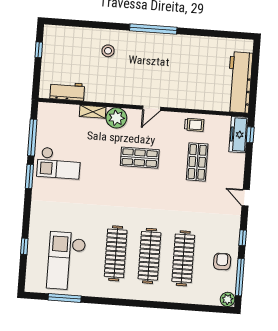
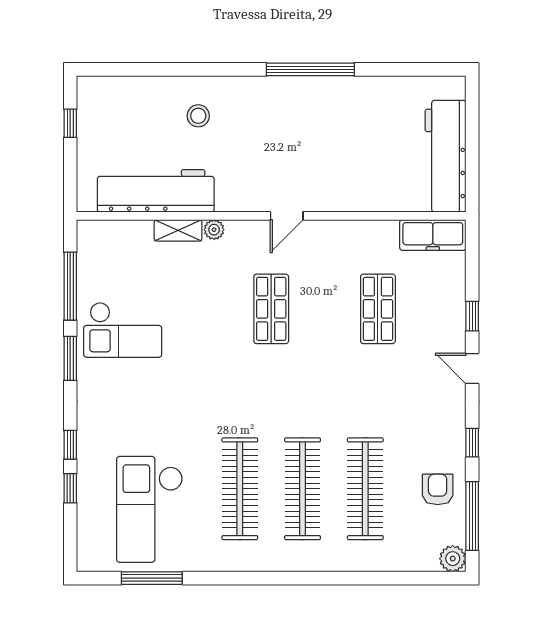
window: (153, 29) -> (310, 69), moved
workbench: (67, 91) -> (156, 191), width x1.88, depth x1.32
plant: (116, 118) -> (214, 230), width x0.53, depth x0.53
trolley: (194, 125) -> (367, 241), removed
freezer: (239, 135) -> (433, 235), moved, turned -90
window: (250, 135) -> (472, 316), moved
shop shelf: (140, 158) -> (271, 309), turned 90
window: (26, 223) -> (70, 445), added

